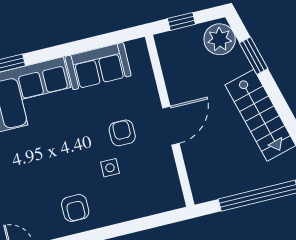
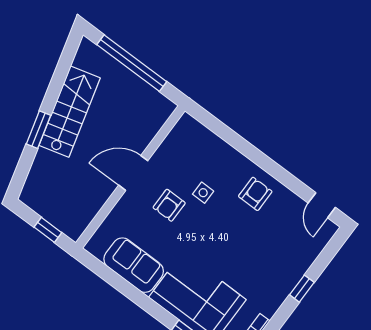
plant: (220, 39) -> (38, 190), removed
window: (254, 56) -> (38, 130), moved

